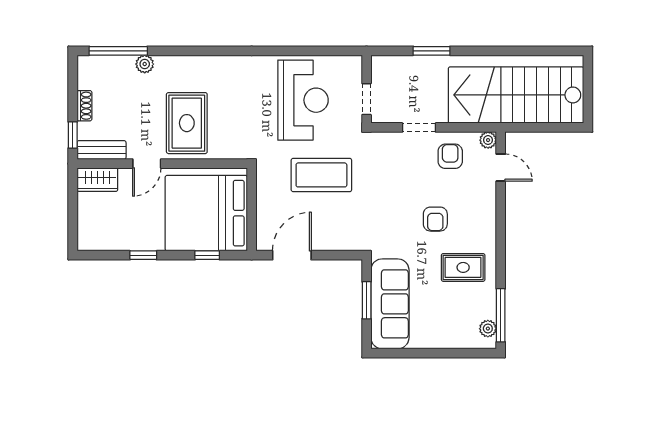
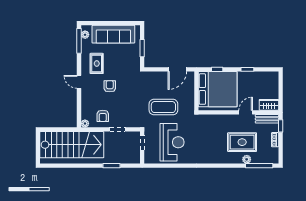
reception desk: (303, 100) -> (172, 142), turned 180
rug: (187, 123) -> (242, 142), moved, turned 90
door: (501, 168) -> (79, 82), moved
rug: (463, 267) -> (97, 63), turned 90
sofa: (390, 304) -> (113, 34), moved, turned -90

